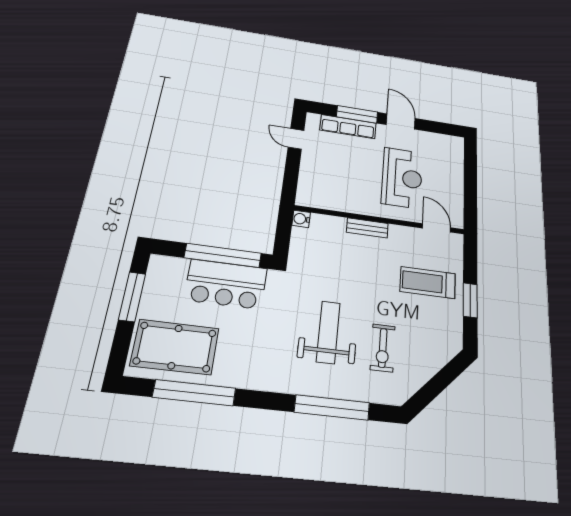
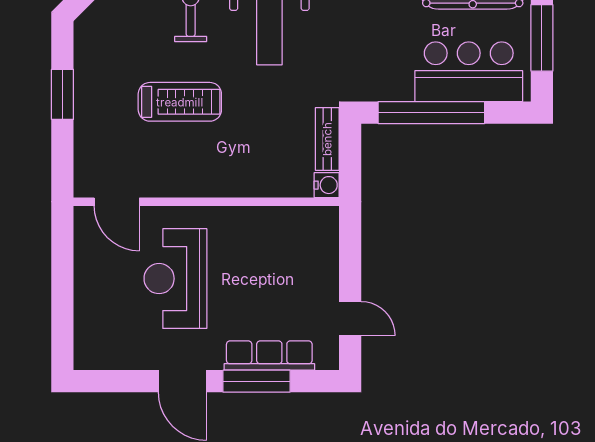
bench: (367, 228) -> (327, 139), moved, turned 90
treadmill: (428, 283) -> (180, 102), moved
bar counter: (226, 284) -> (469, 72), moved

